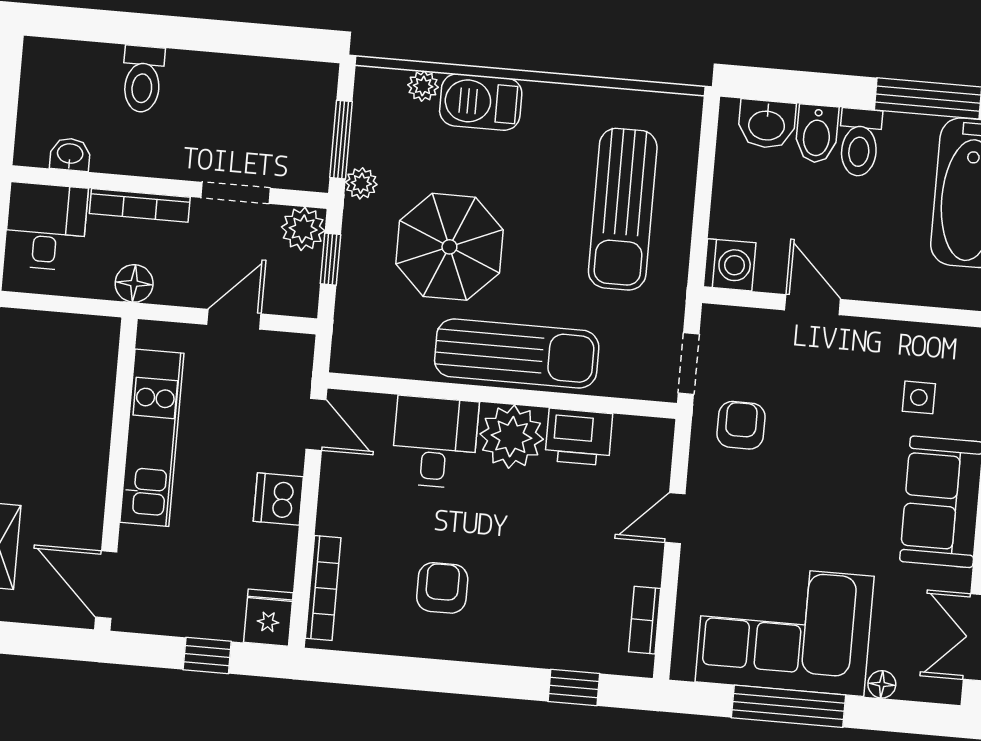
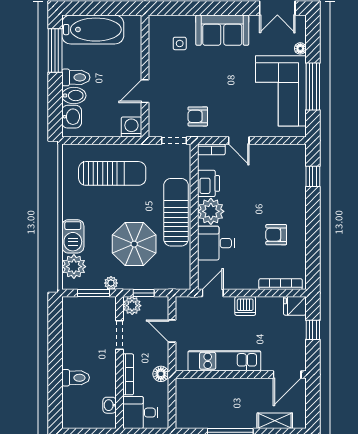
plant: (423, 86) -> (74, 267), width x1.88, depth x1.88
bookcase: (645, 620) -> (211, 149), moved

